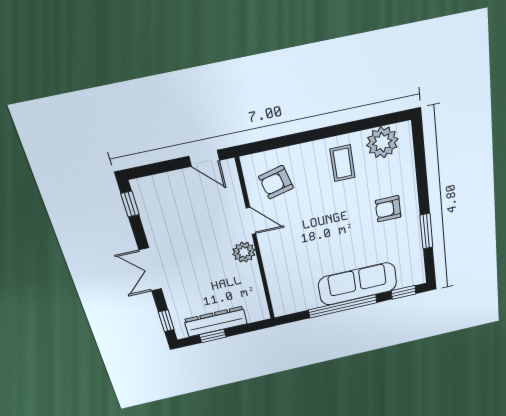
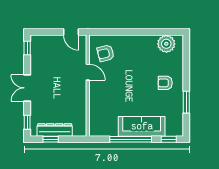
coffee table: (342, 163) -> (143, 51), removed
plant: (244, 252) -> (80, 90), removed

